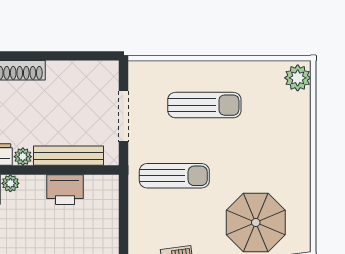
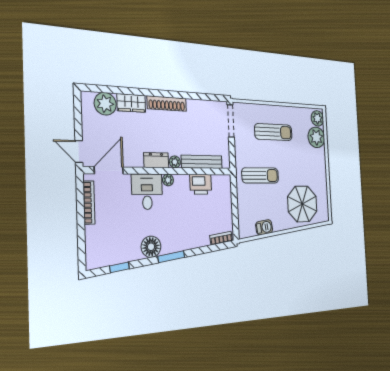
plant: (293, 111) -> (316, 137), added
doorway: (123, 116) -> (231, 121), moved

